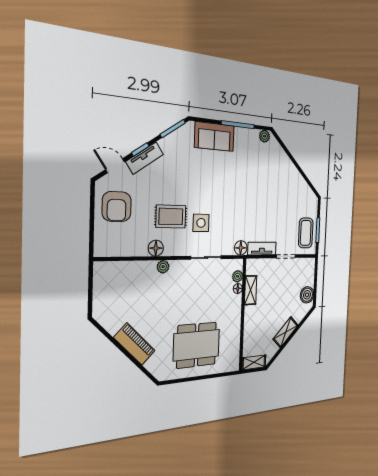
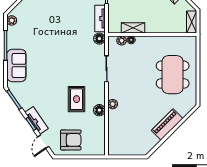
side table: (201, 223) -> (81, 74), removed

